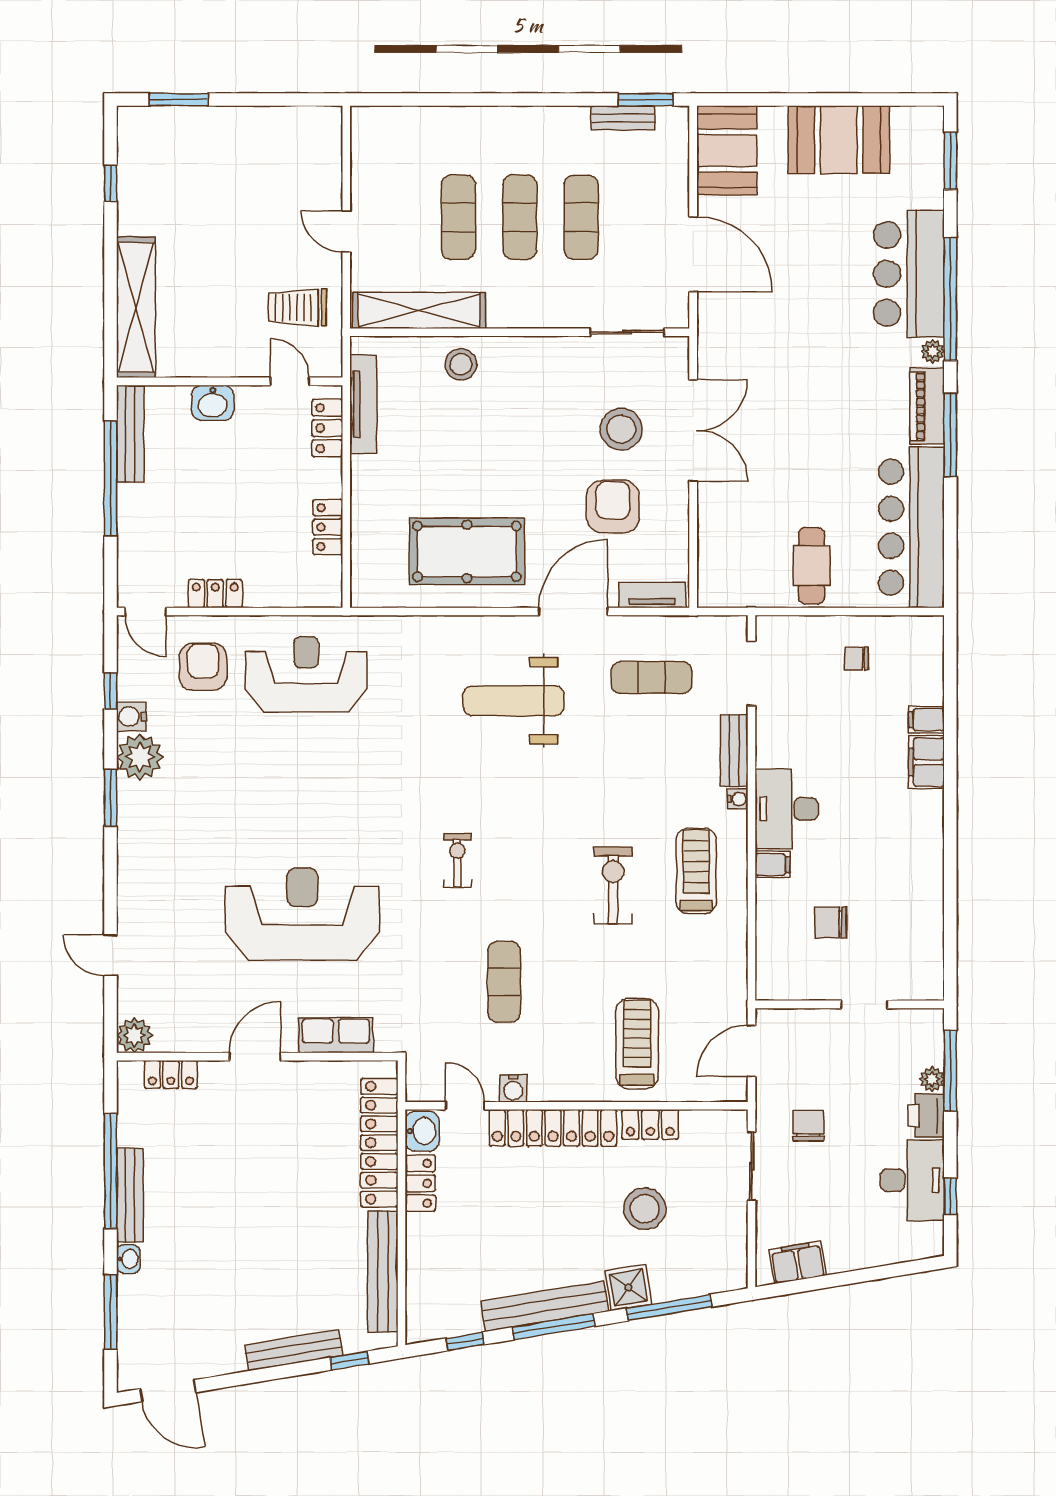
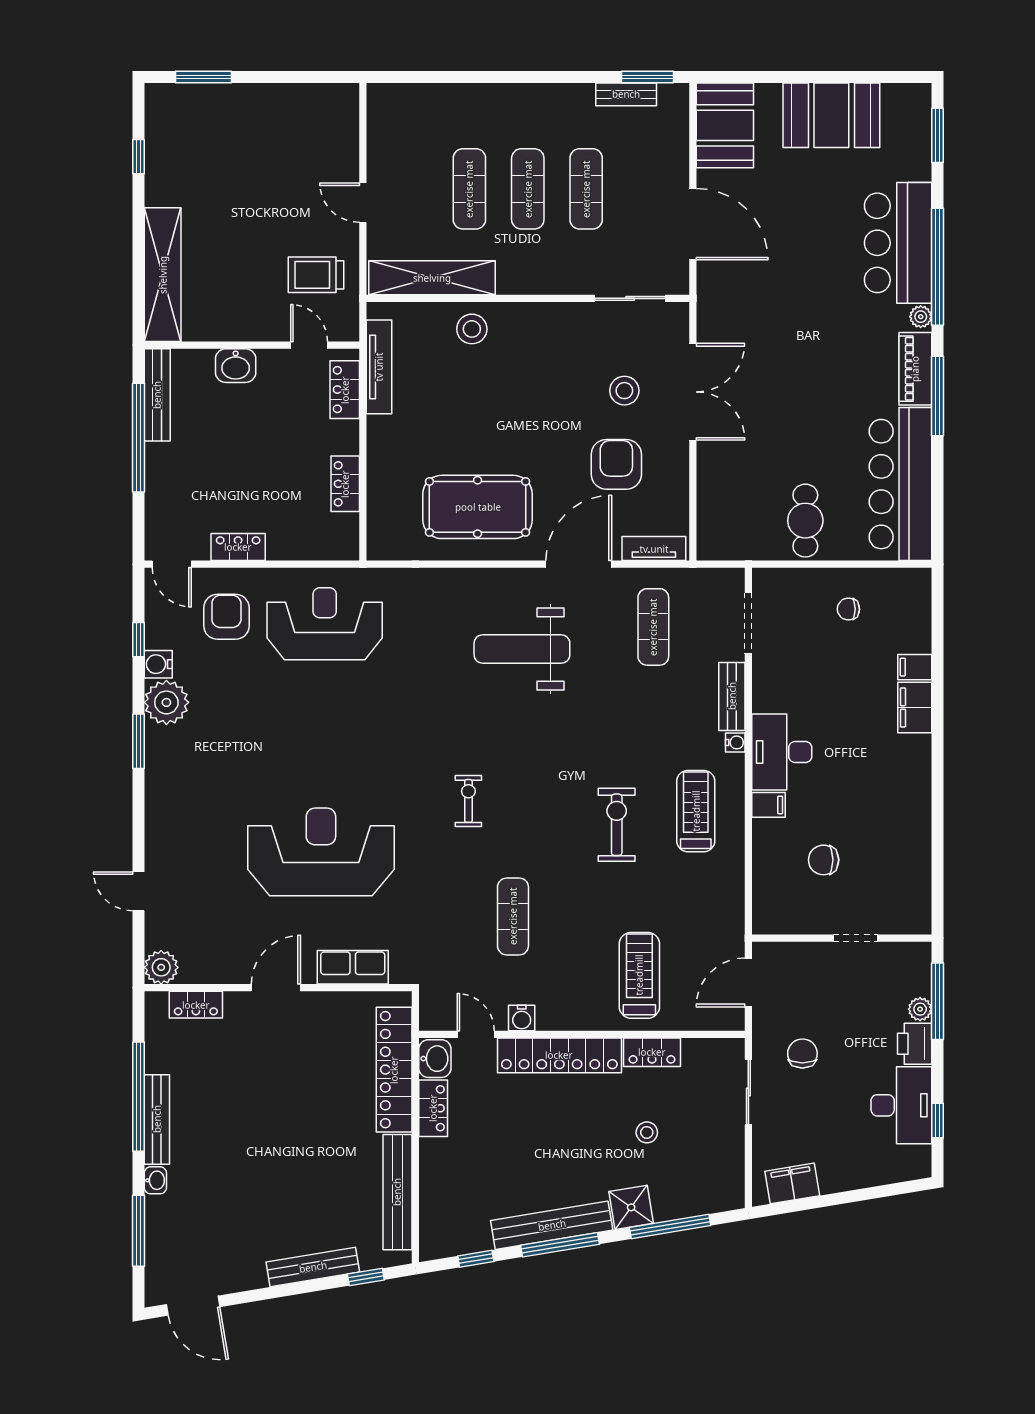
stool: (621, 429) -> (624, 391), width x0.73, depth x0.73
exercise mat: (652, 677) -> (653, 627), turned 90
stool: (645, 1209) -> (647, 1132), width x0.53, depth x0.53

